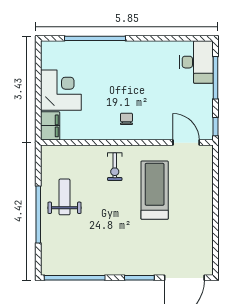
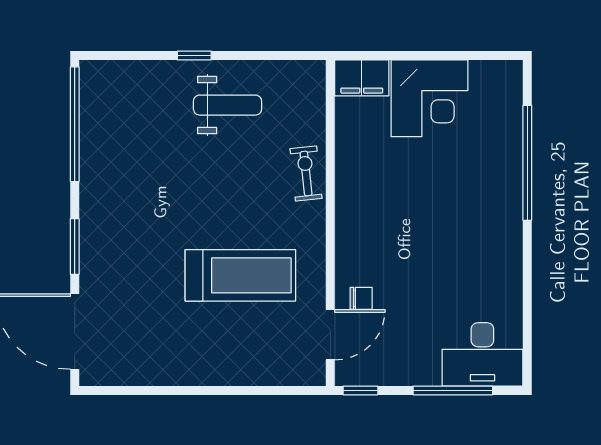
chair: (126, 119) -> (361, 298), moved
exercise bike: (115, 167) -> (306, 174), moved, turned 84
window: (38, 215) -> (194, 56), width x0.32

